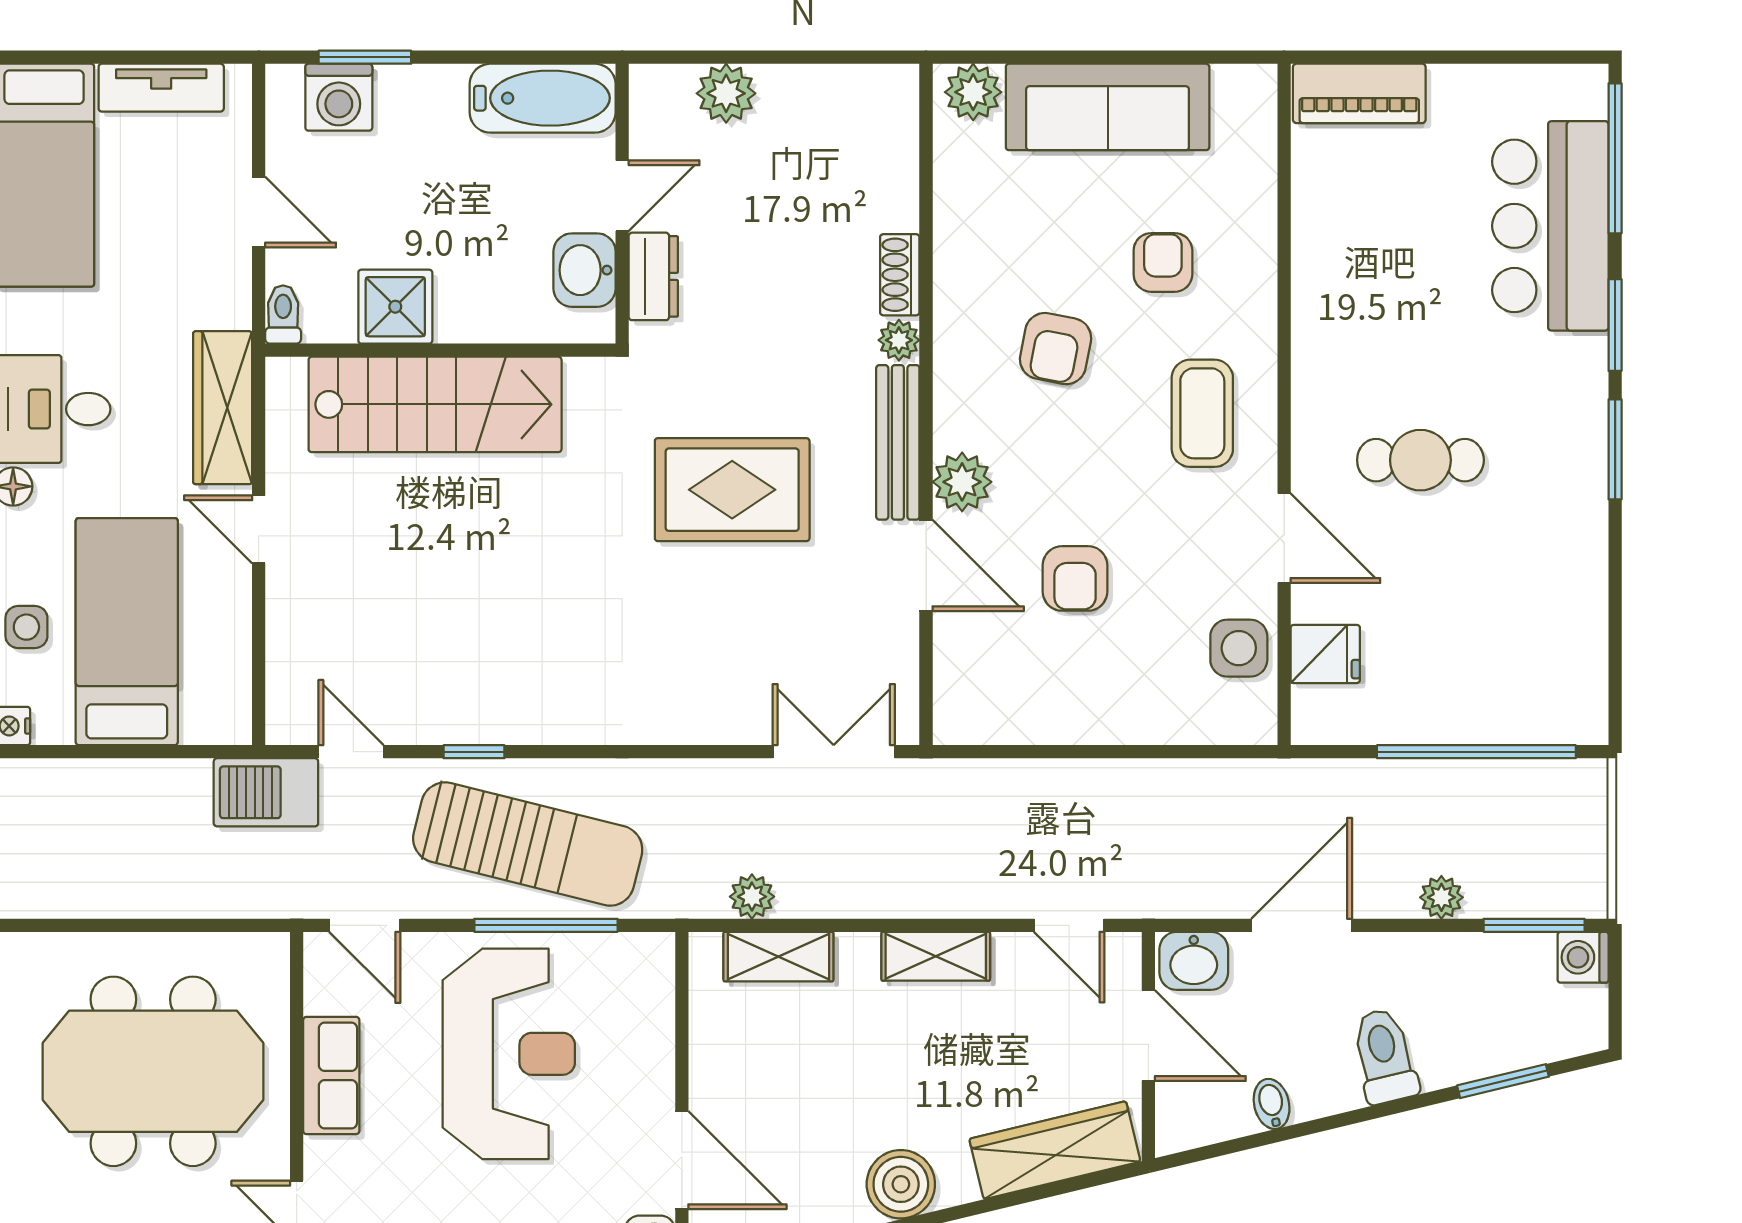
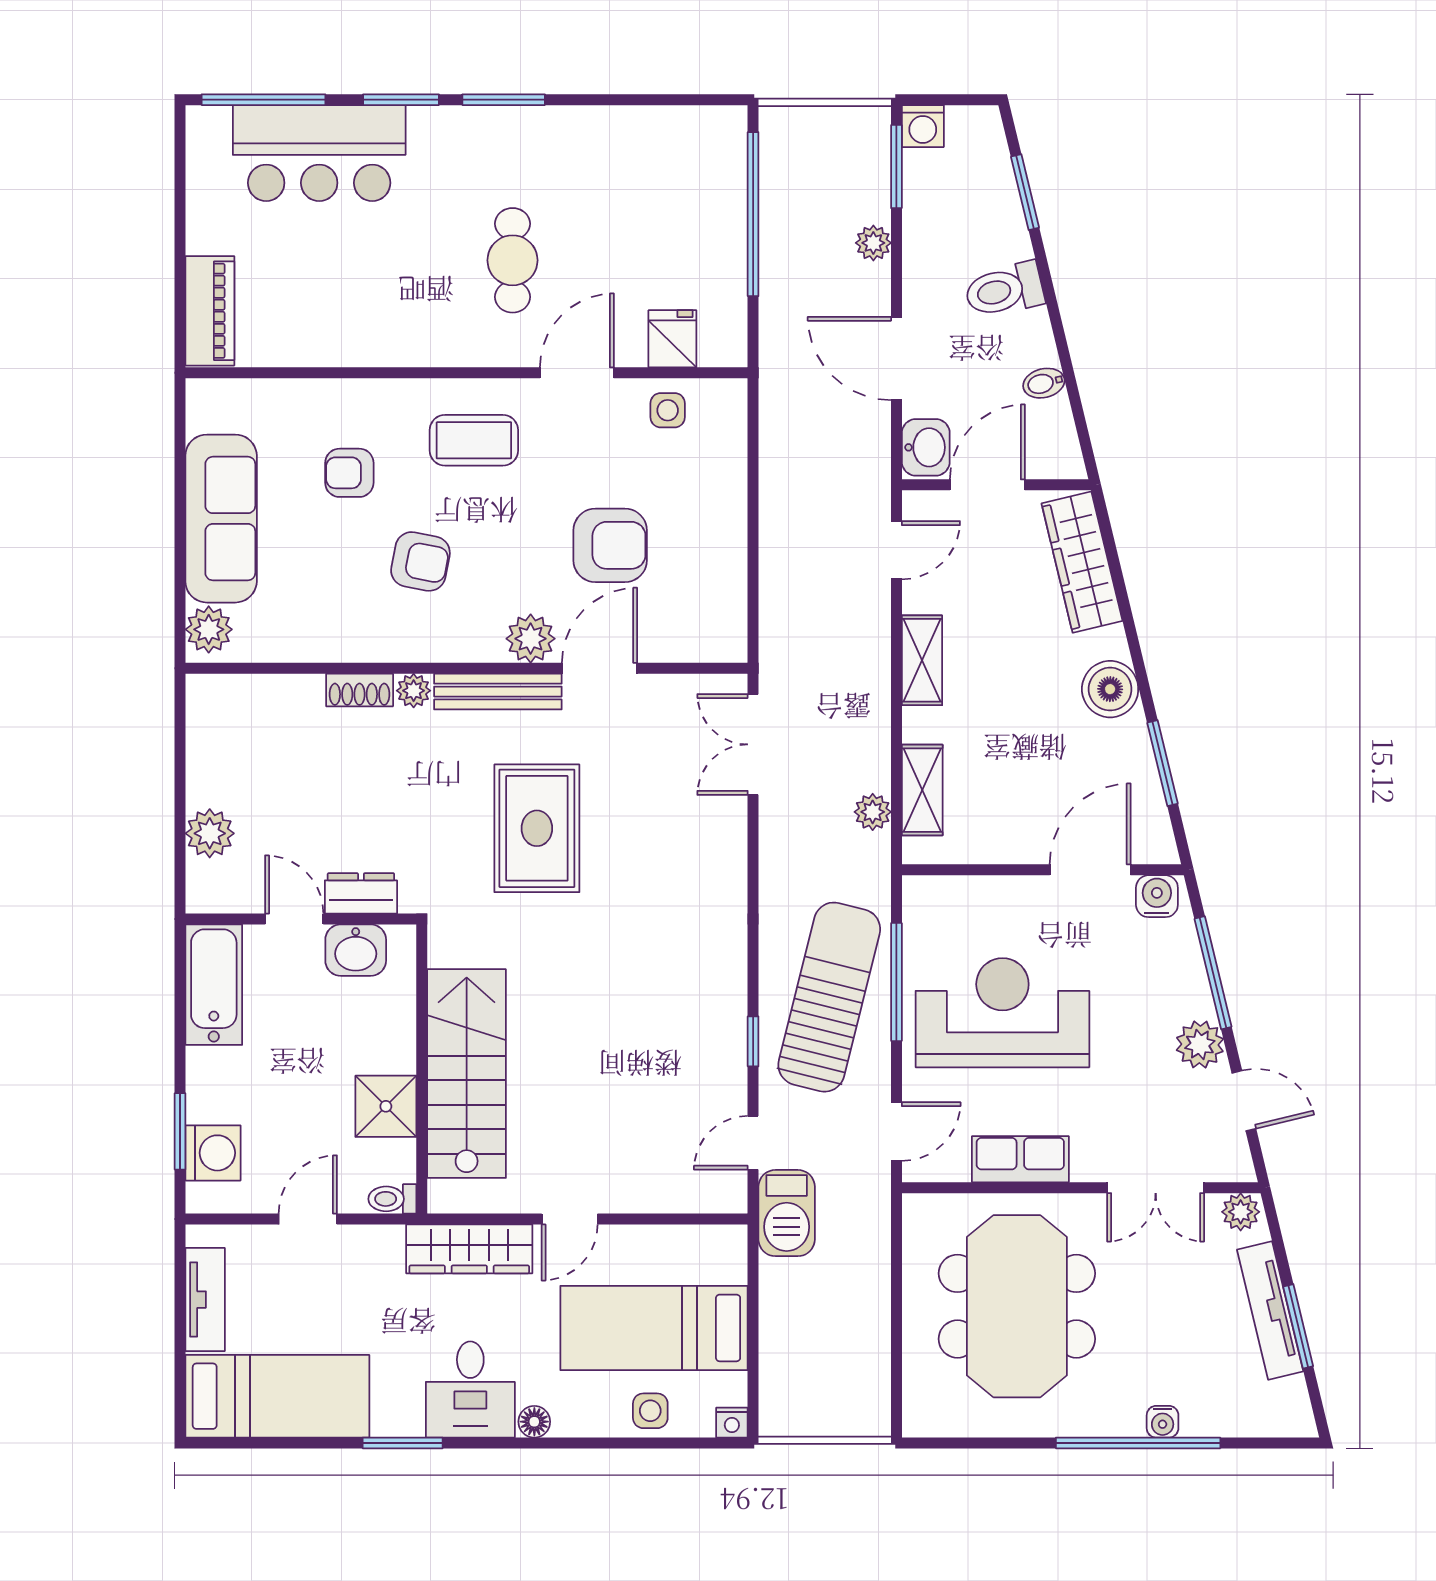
armchair: (1075, 578) -> (610, 545), width x1.38, depth x1.38
side table: (1239, 648) -> (668, 410), width x0.73, depth x0.73

